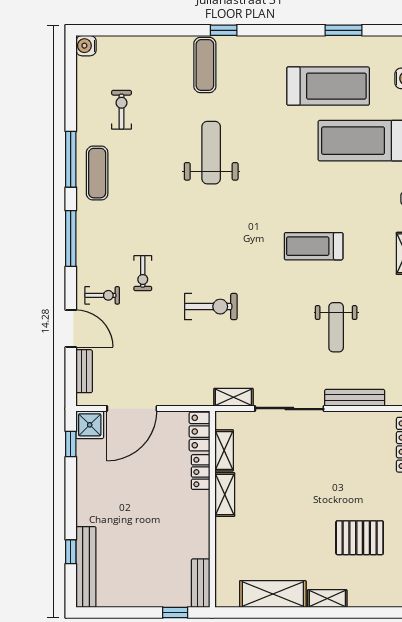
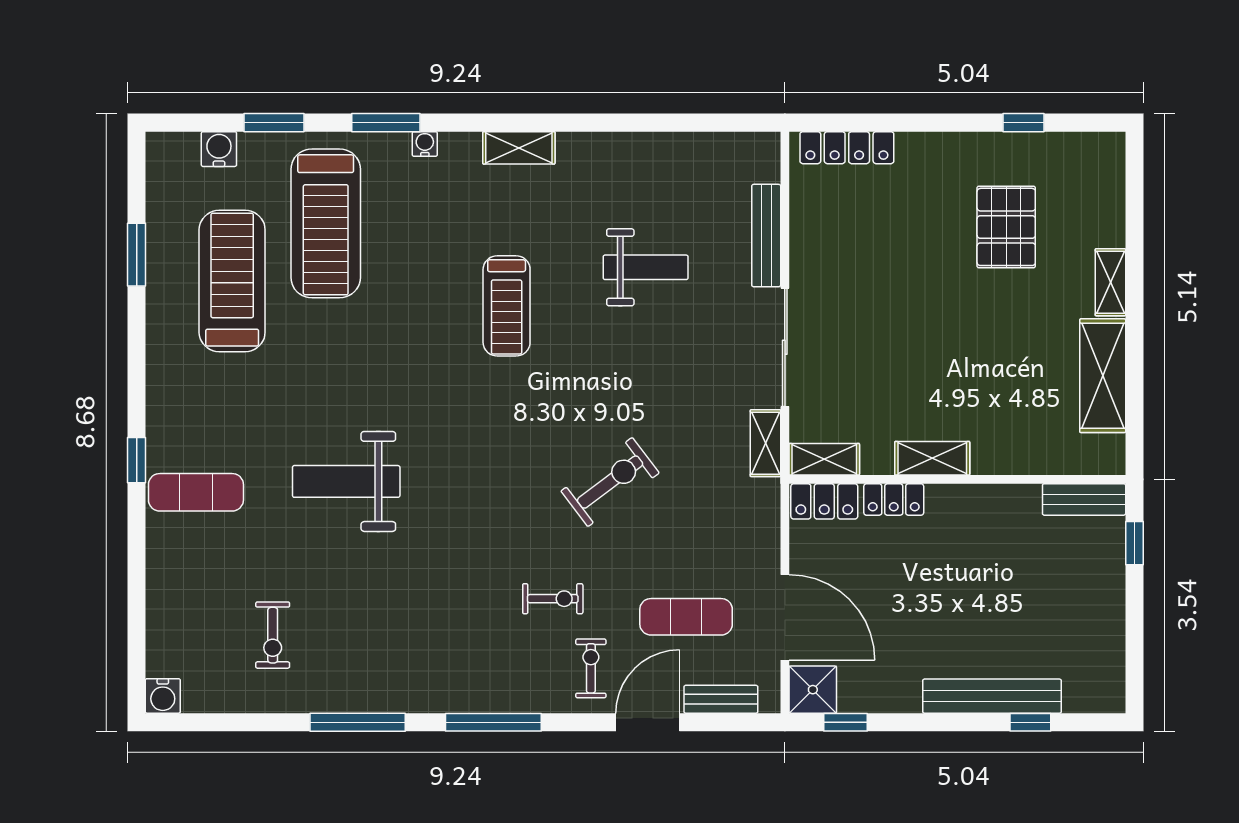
exercise bike: (122, 110) -> (273, 635), turned -90
exercise mat: (97, 173) -> (686, 617), moved
exercise bike: (211, 307) -> (610, 482), turned 53
shelving: (224, 450) -> (824, 459), moved
bench: (86, 567) -> (992, 696), moved

